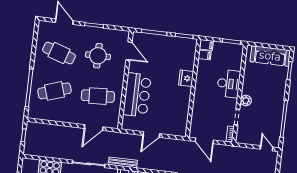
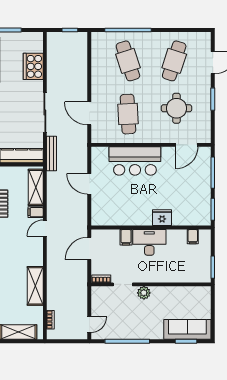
filing cabinet: (206, 45) -> (126, 237), moved
sofa: (270, 56) -> (187, 329), moved, turned 90
desk: (229, 84) -> (149, 242), moved, turned 180

